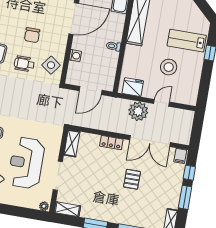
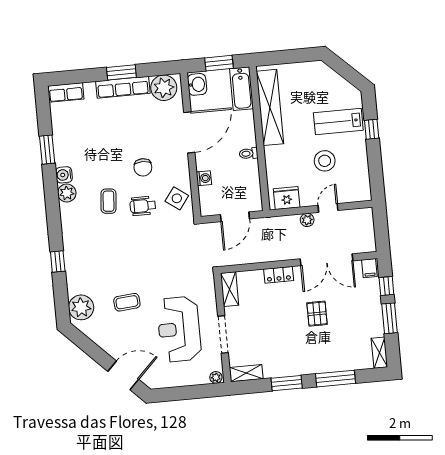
plant: (138, 111) -> (307, 220), width x0.53, depth x0.53

